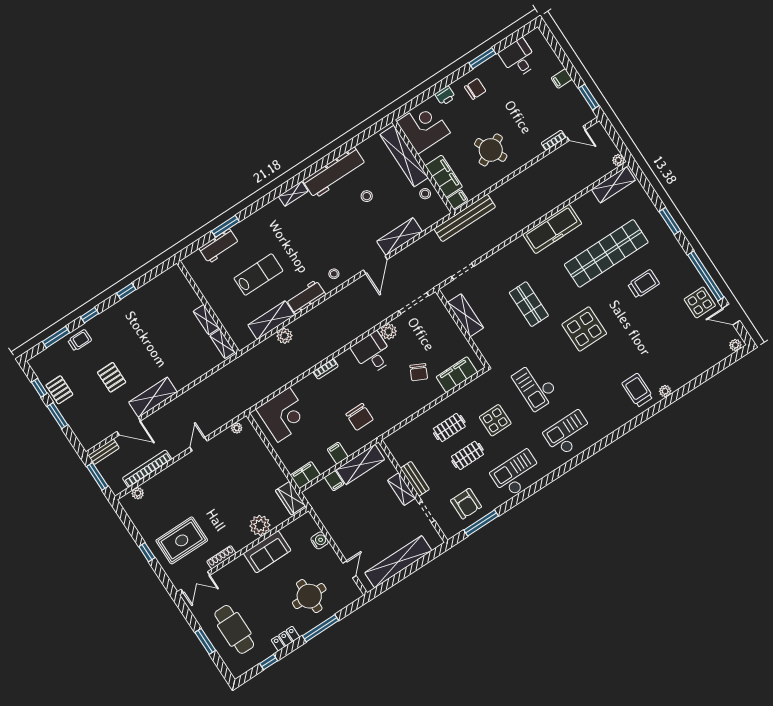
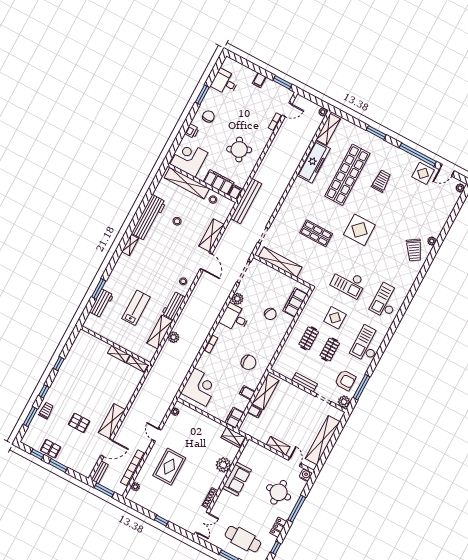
freezer: (552, 229) -> (314, 162), moved
shelving: (466, 315) -> (280, 262), width x1.47
trolley: (638, 390) -> (414, 250), turned -123
shelving: (401, 489) -> (278, 446), moved
plant: (450, 529) -> (344, 402), added
rug: (182, 540) -> (169, 467), moved
water cooler: (320, 540) -> (306, 475), moved

